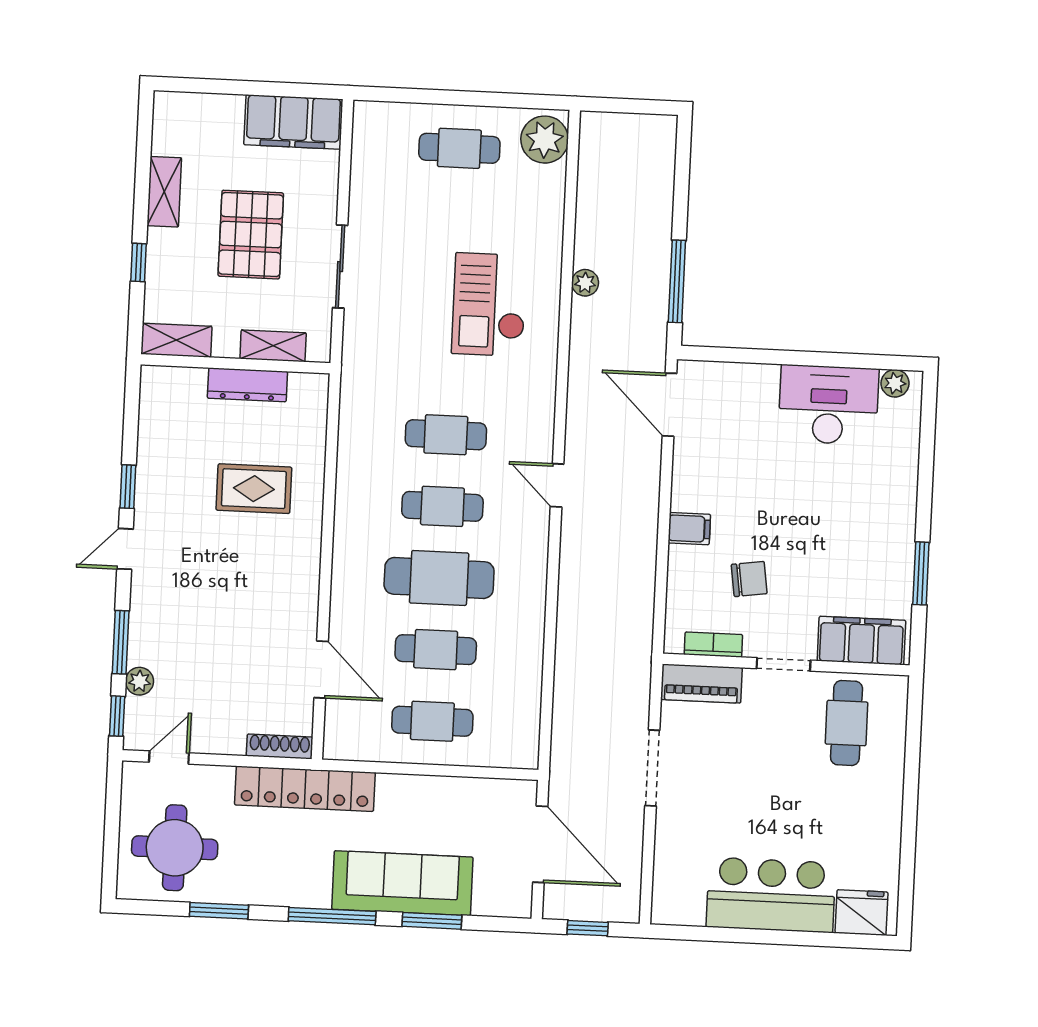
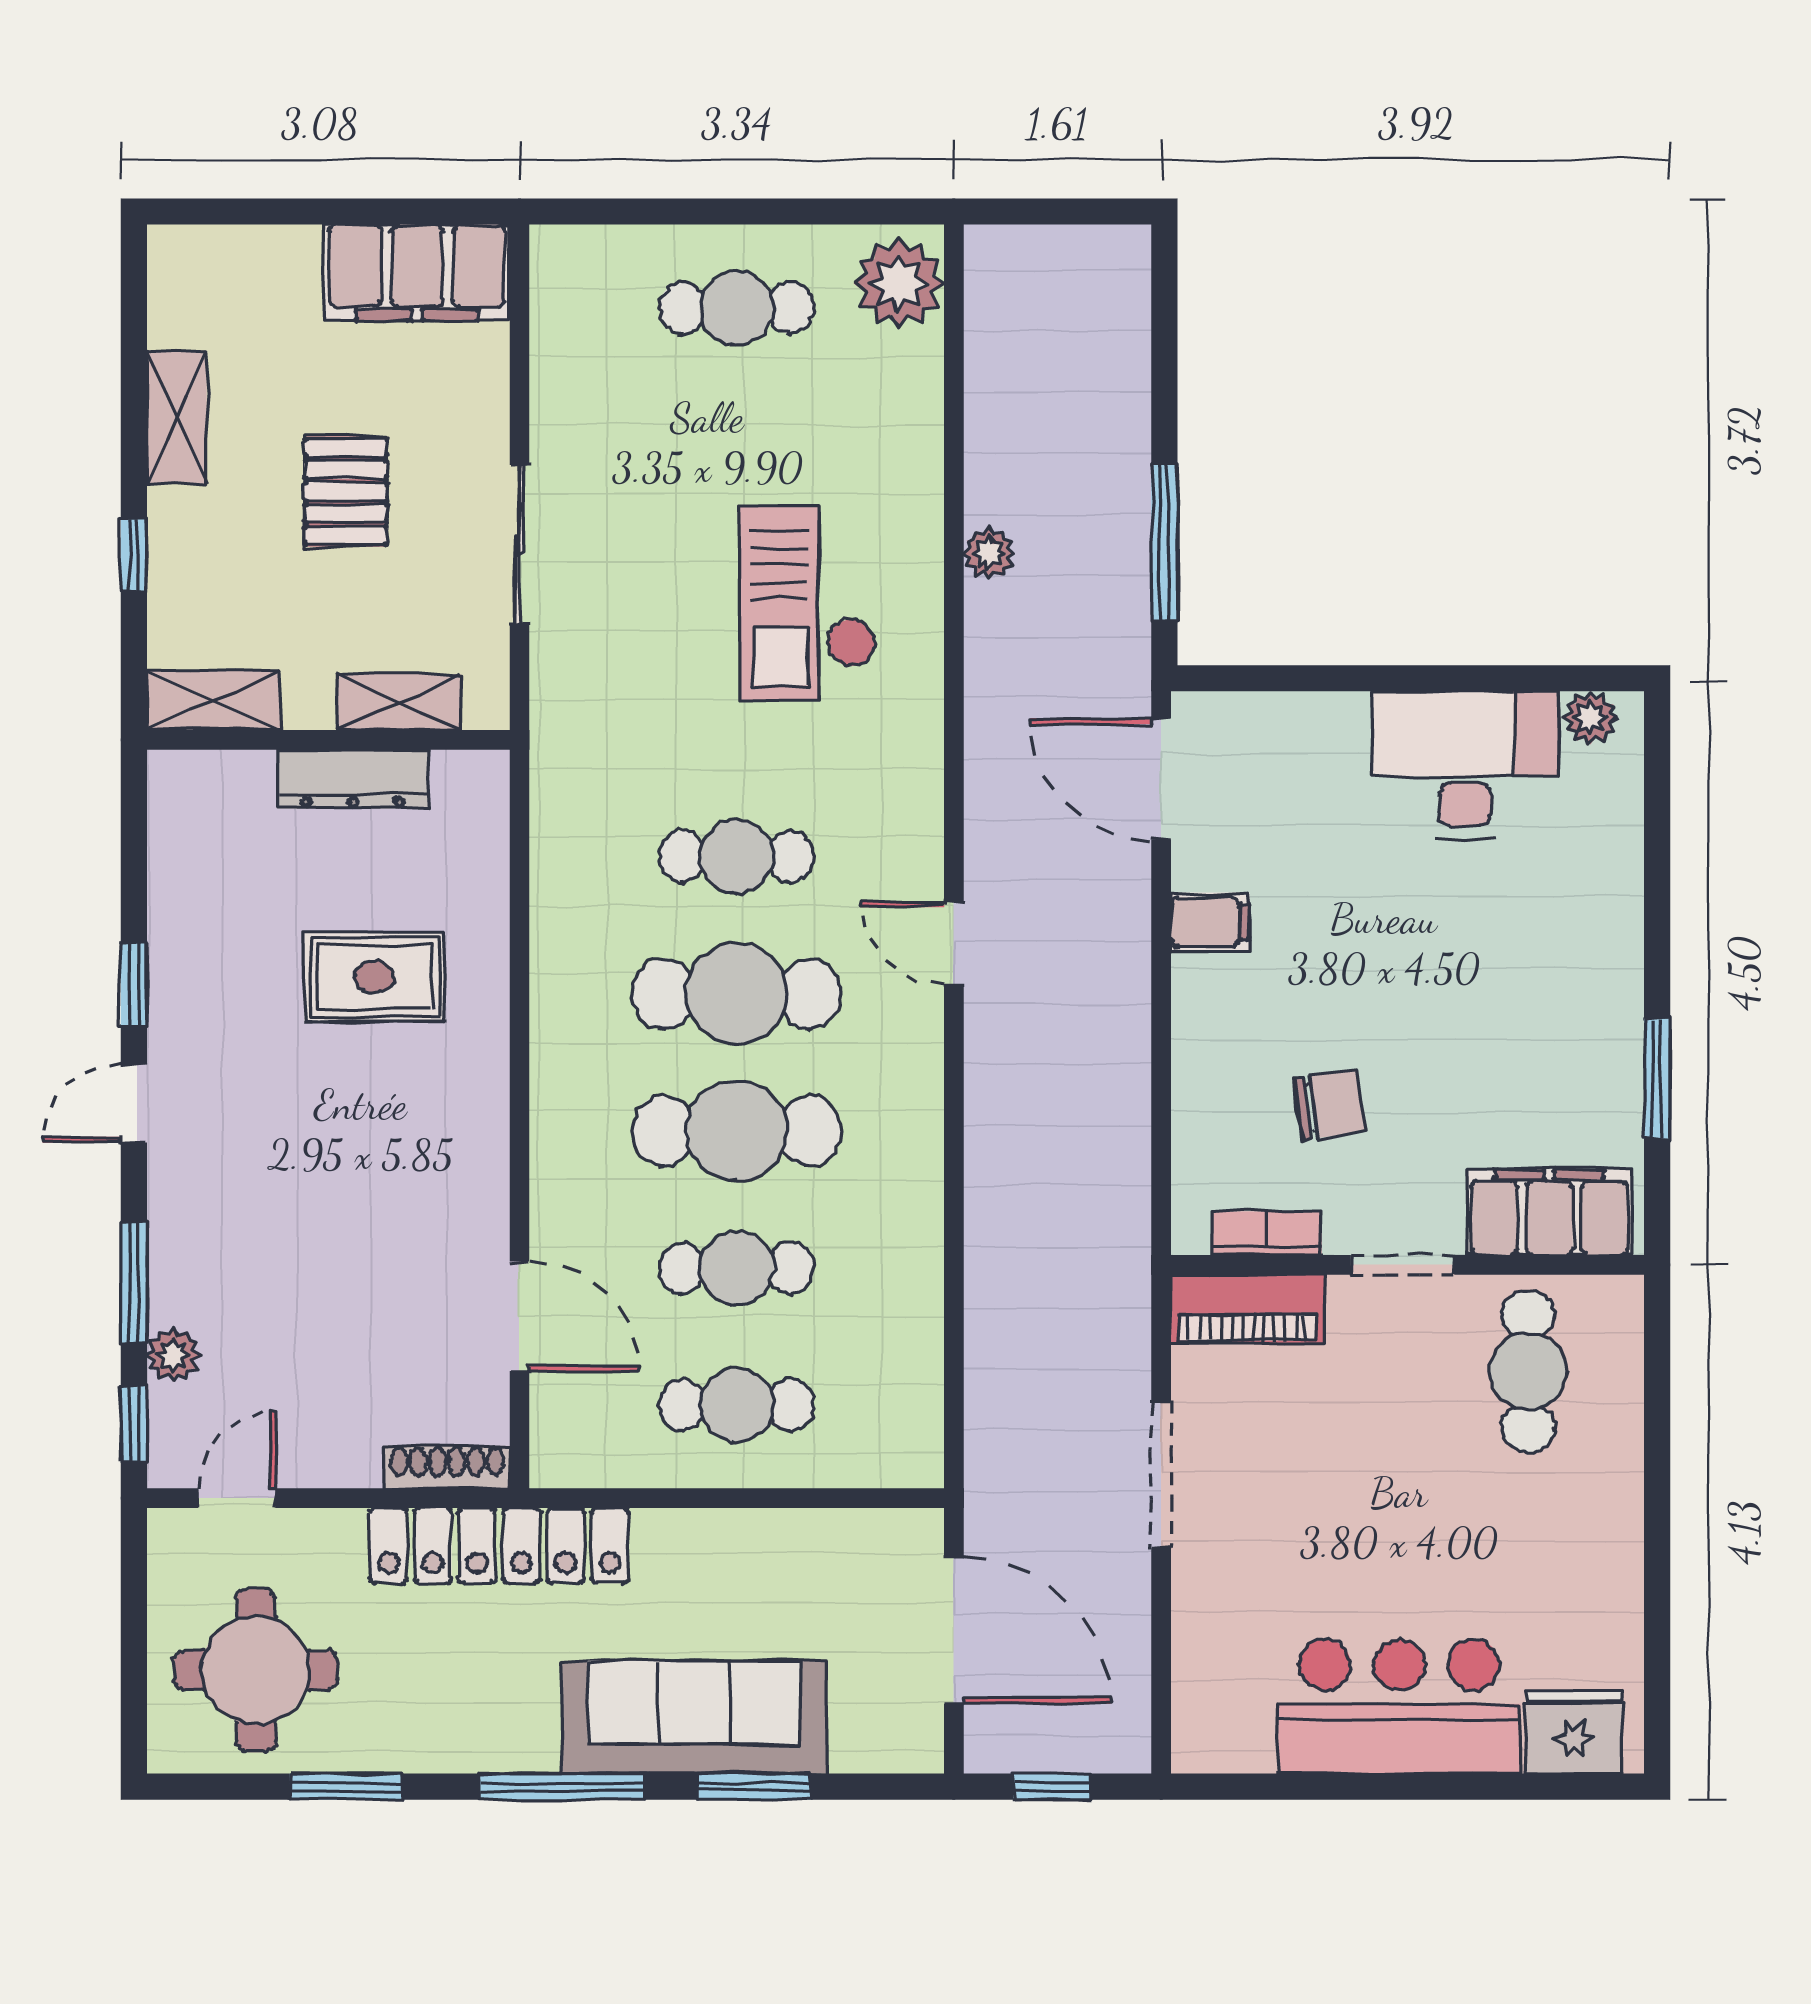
pallet: (251, 235) -> (346, 491), width x0.67, depth x0.71
cafe table: (442, 506) -> (737, 994), width x1.37, depth x1.35
filing cabinet: (689, 529) -> (1210, 922), moved

